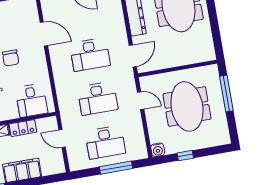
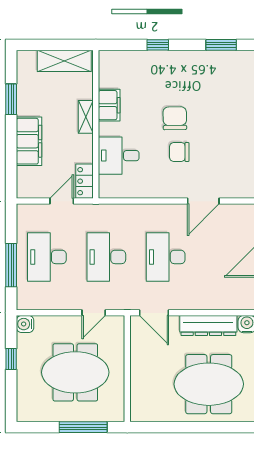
desk: (32, 100) -> (119, 156), moved
locker: (23, 128) -> (85, 181), moved

